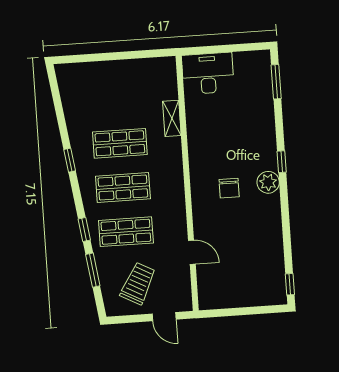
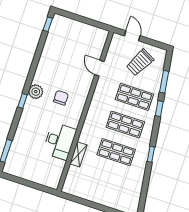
desk: (208, 73) -> (60, 141), moved, turned -90

